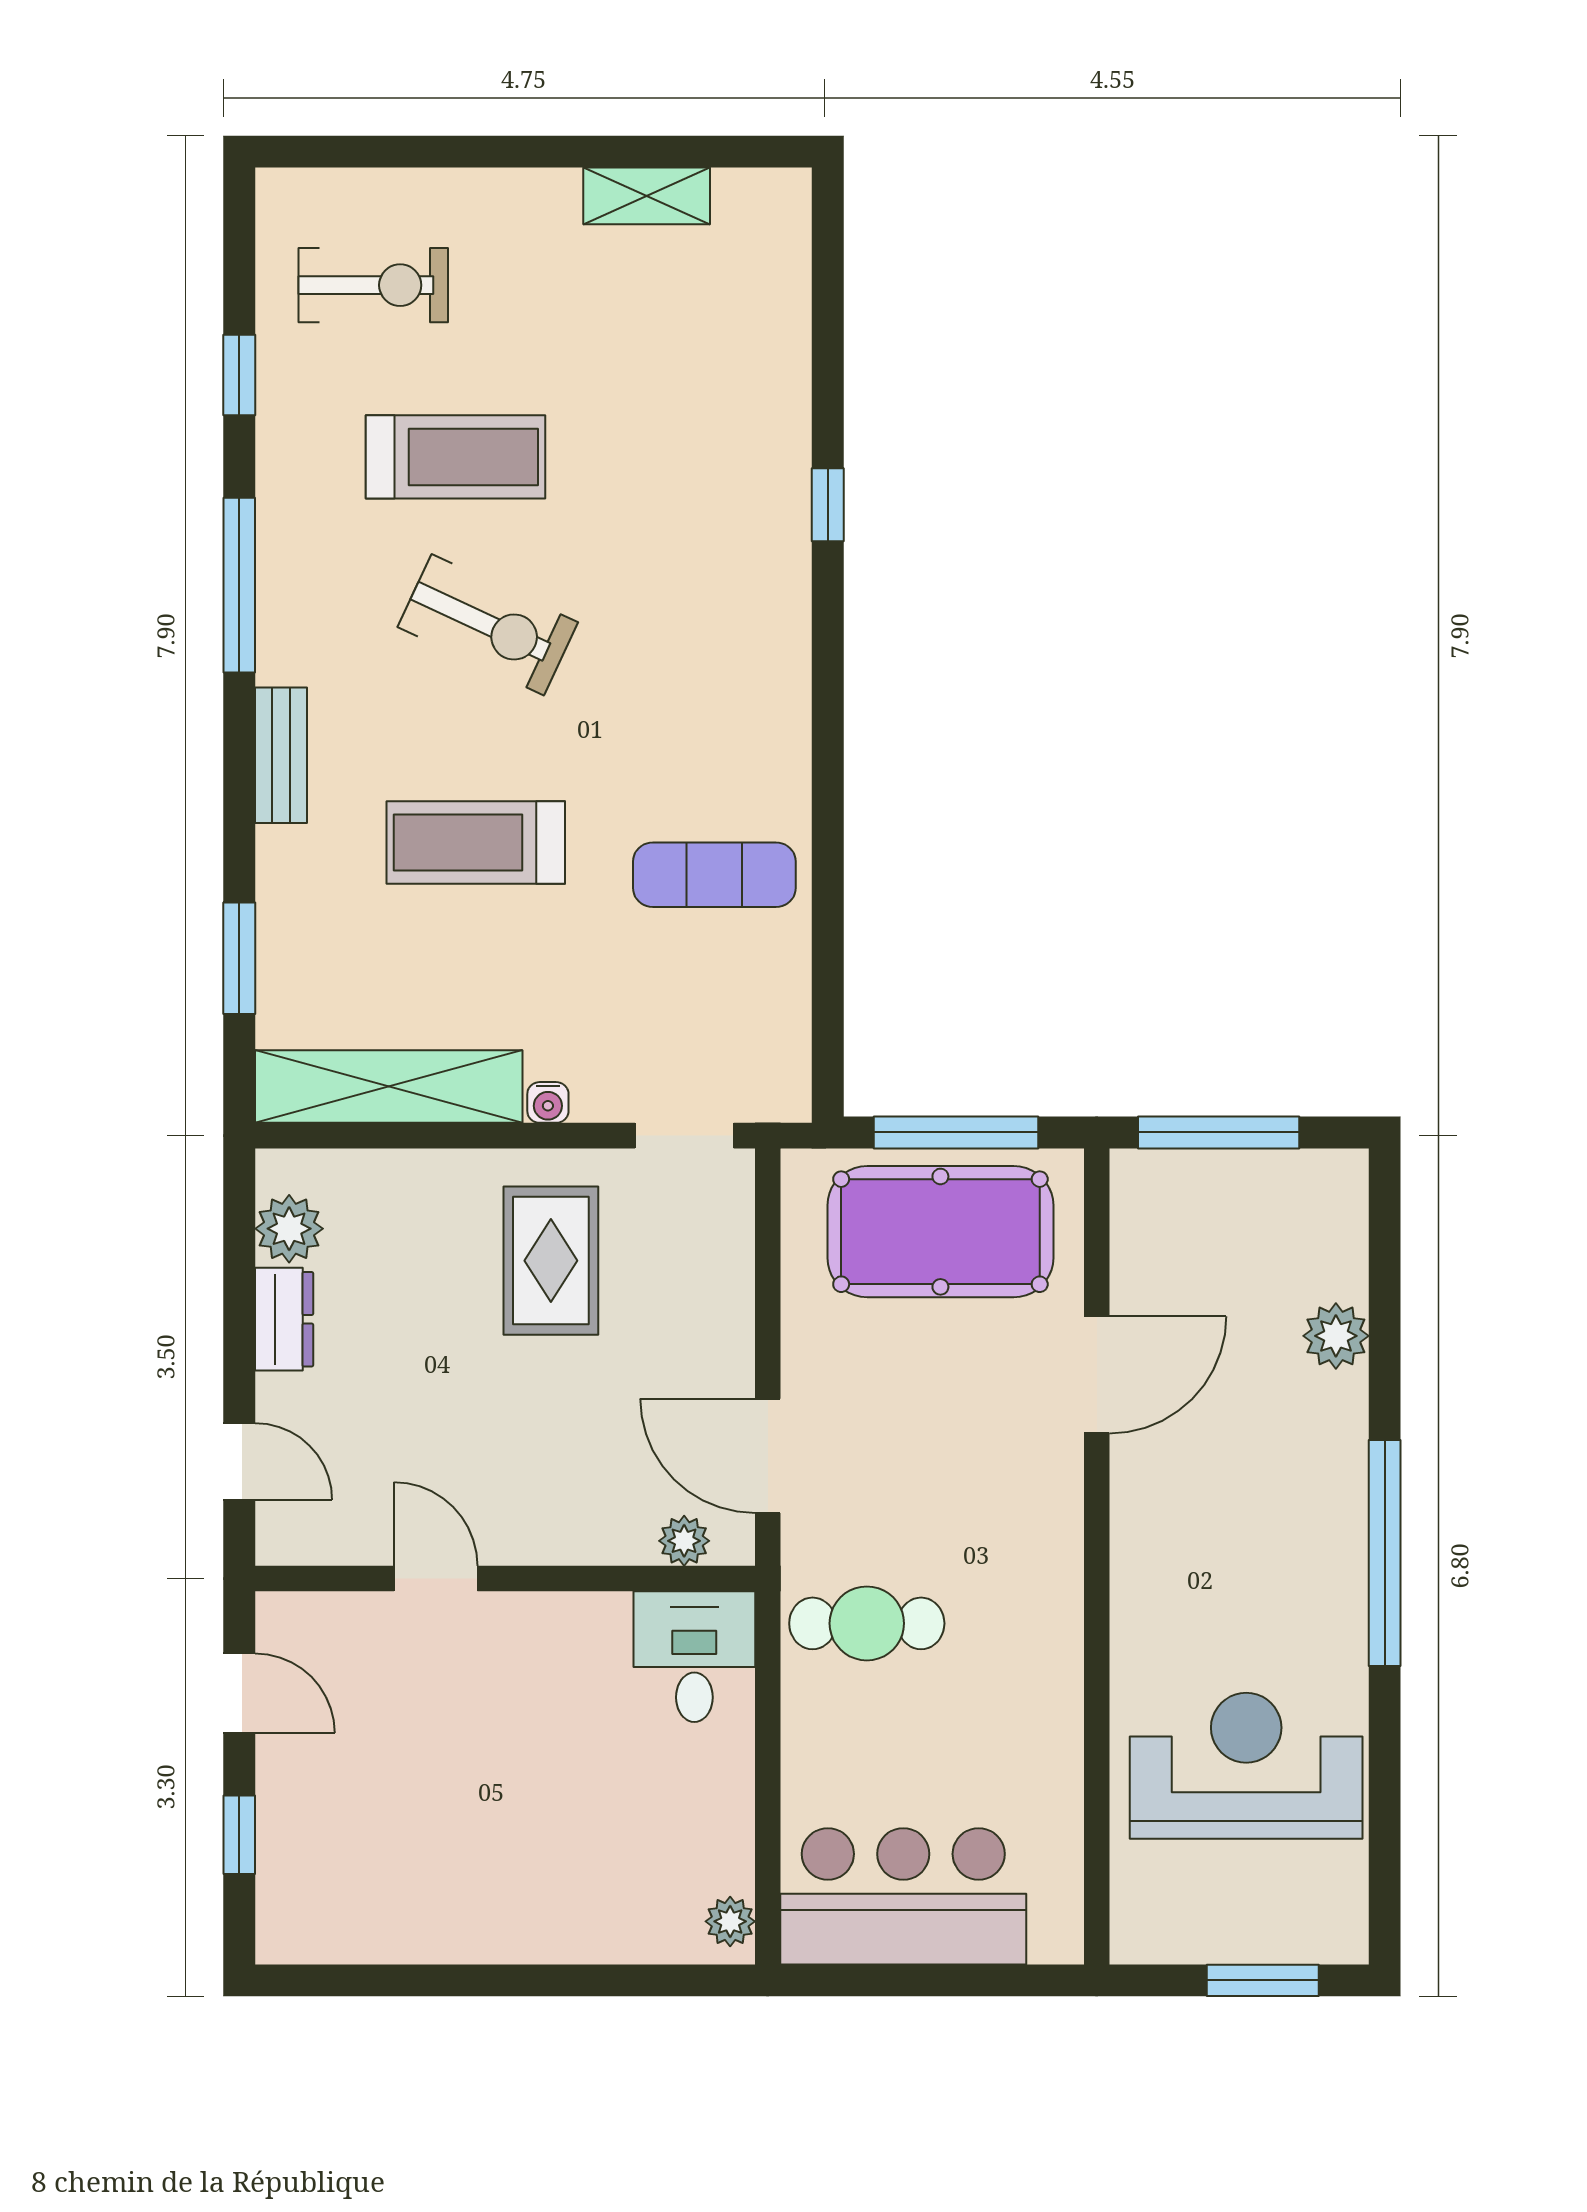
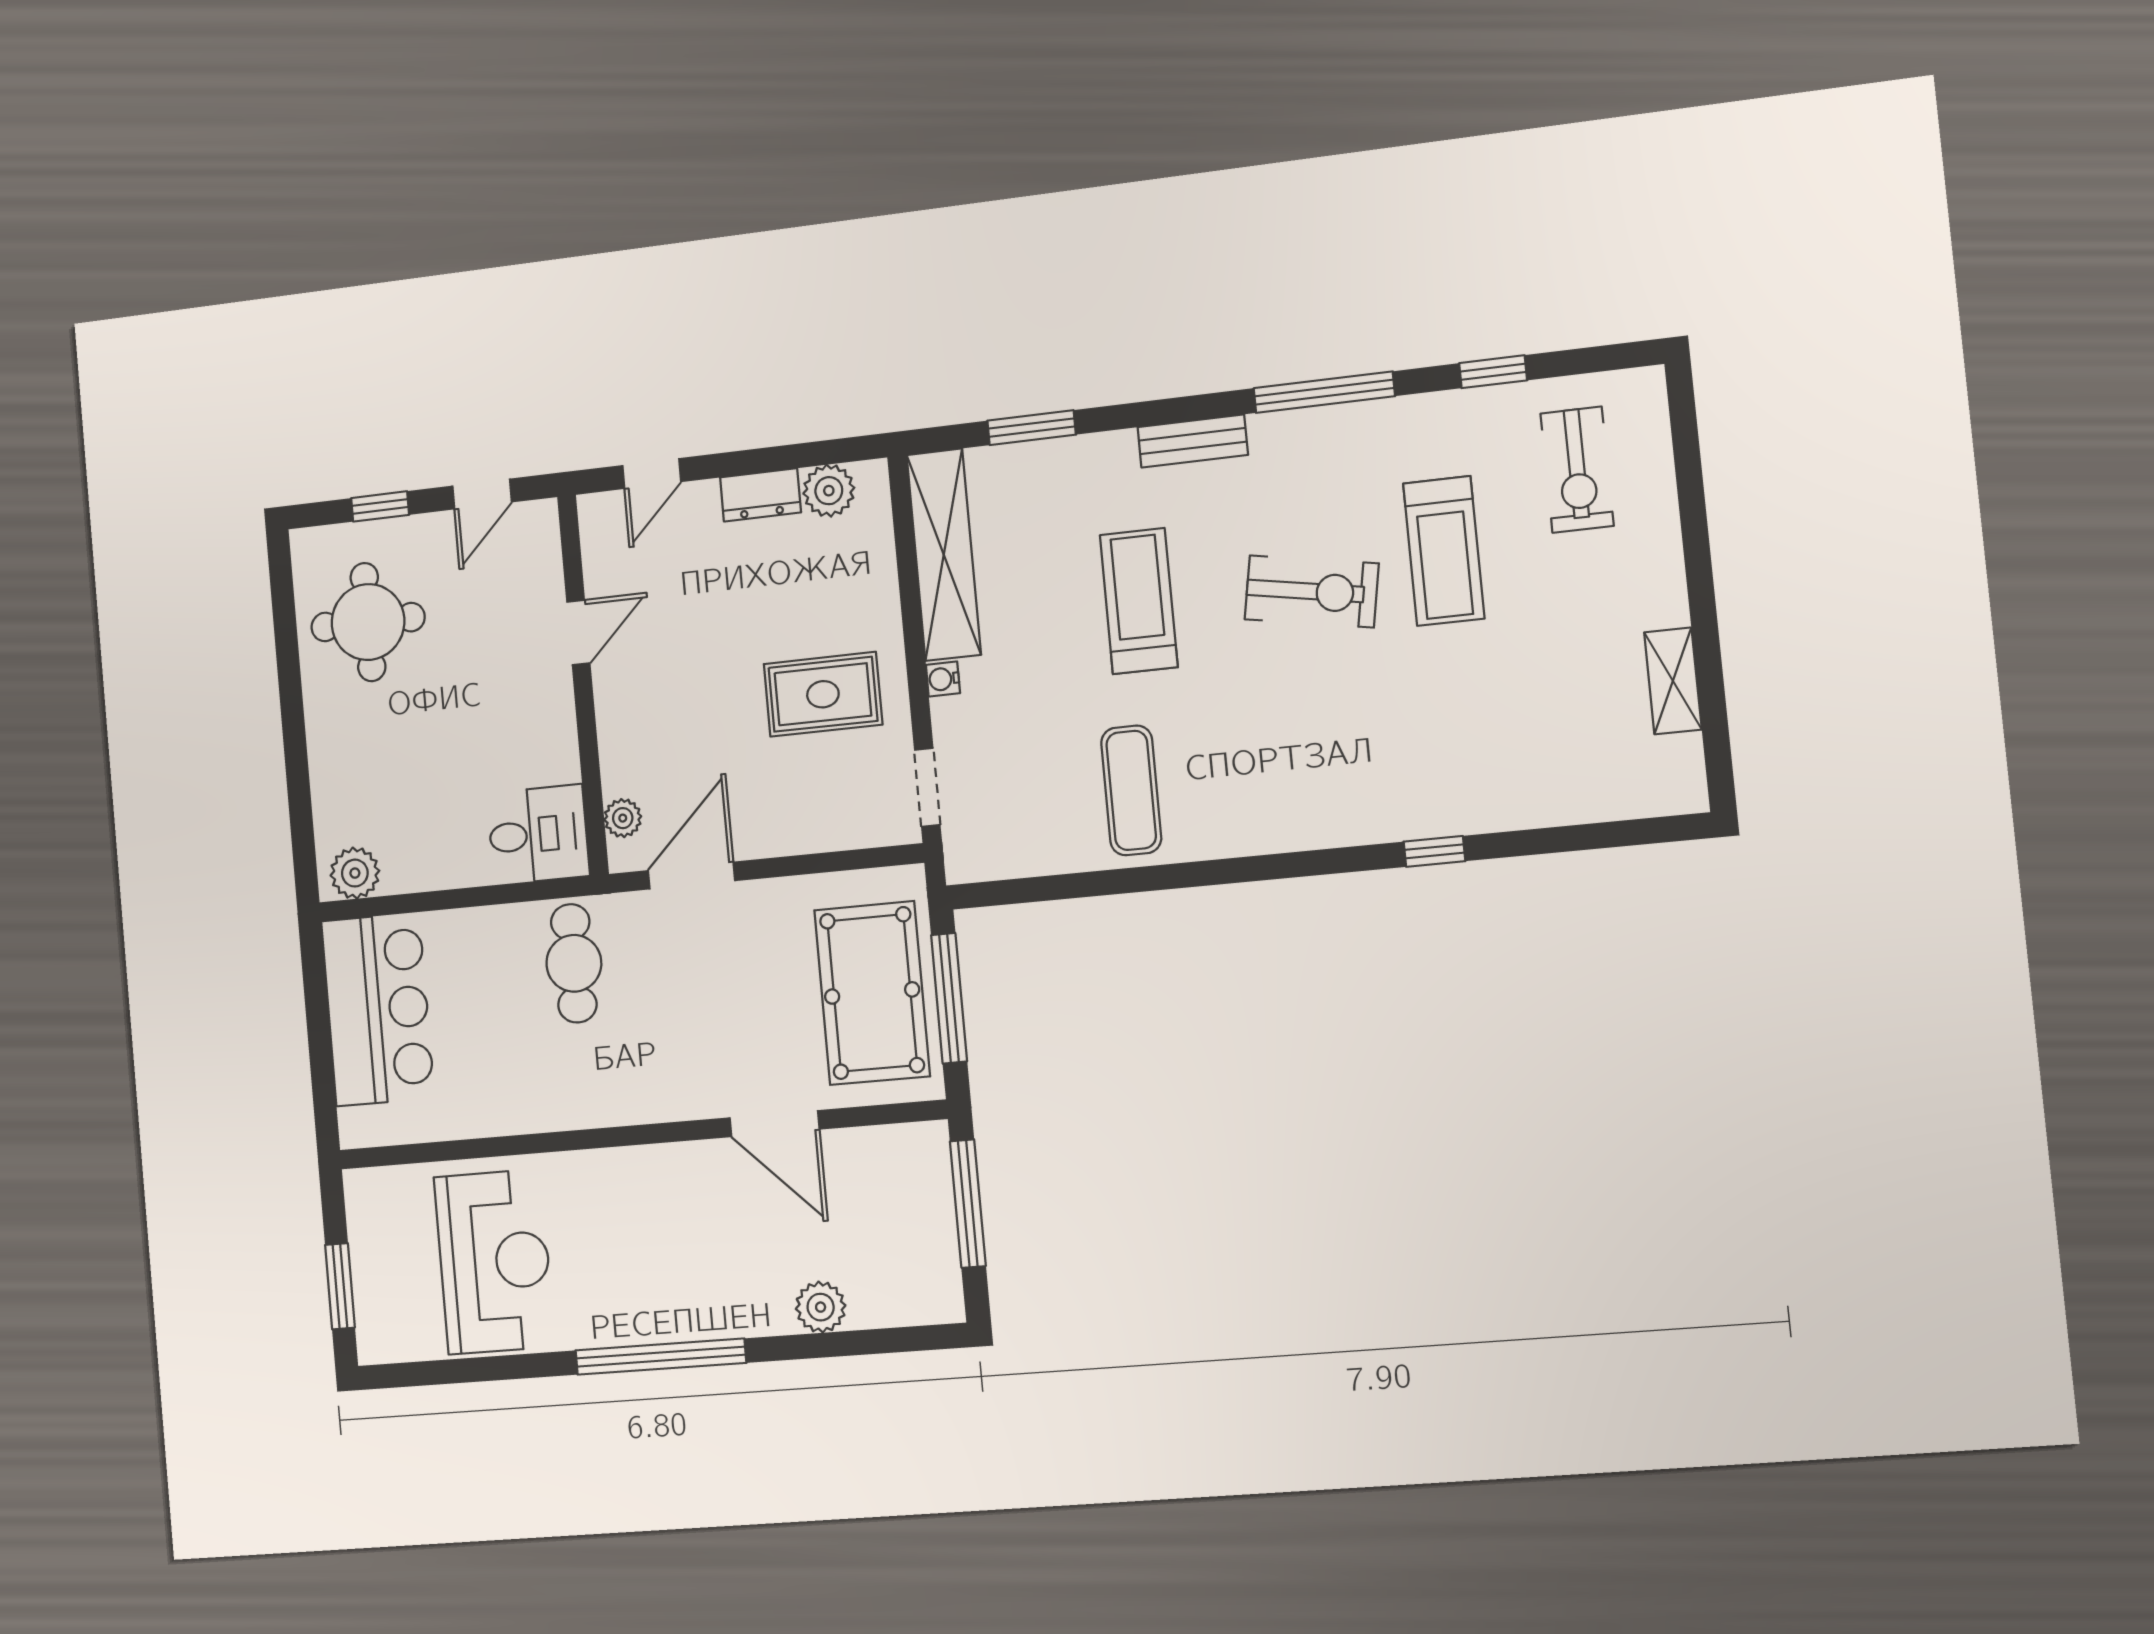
exercise bike: (488, 625) -> (1312, 591), turned -105
round table: (391, 1865) -> (368, 622), added
plant: (730, 1921) -> (355, 873), width x1.38, depth x1.38

